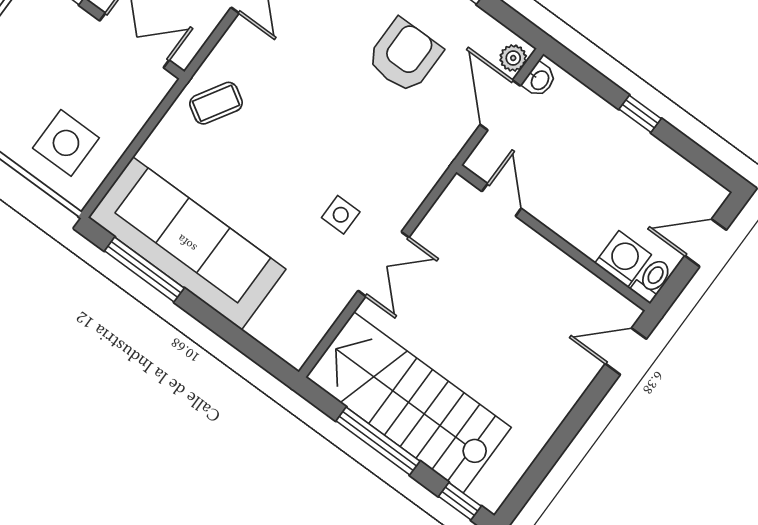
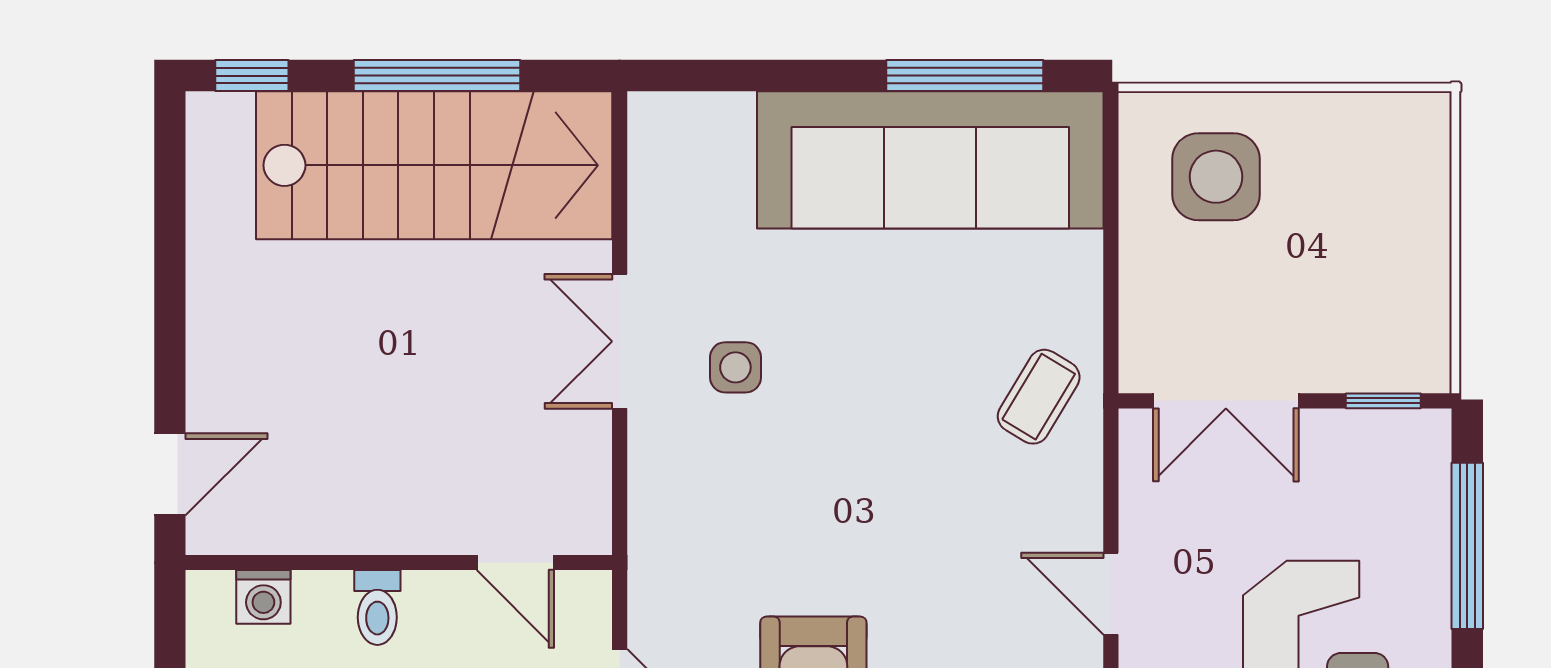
washing machine: (623, 259) -> (263, 597), width x0.73, depth x0.73
toilet: (652, 280) -> (377, 608), moved

